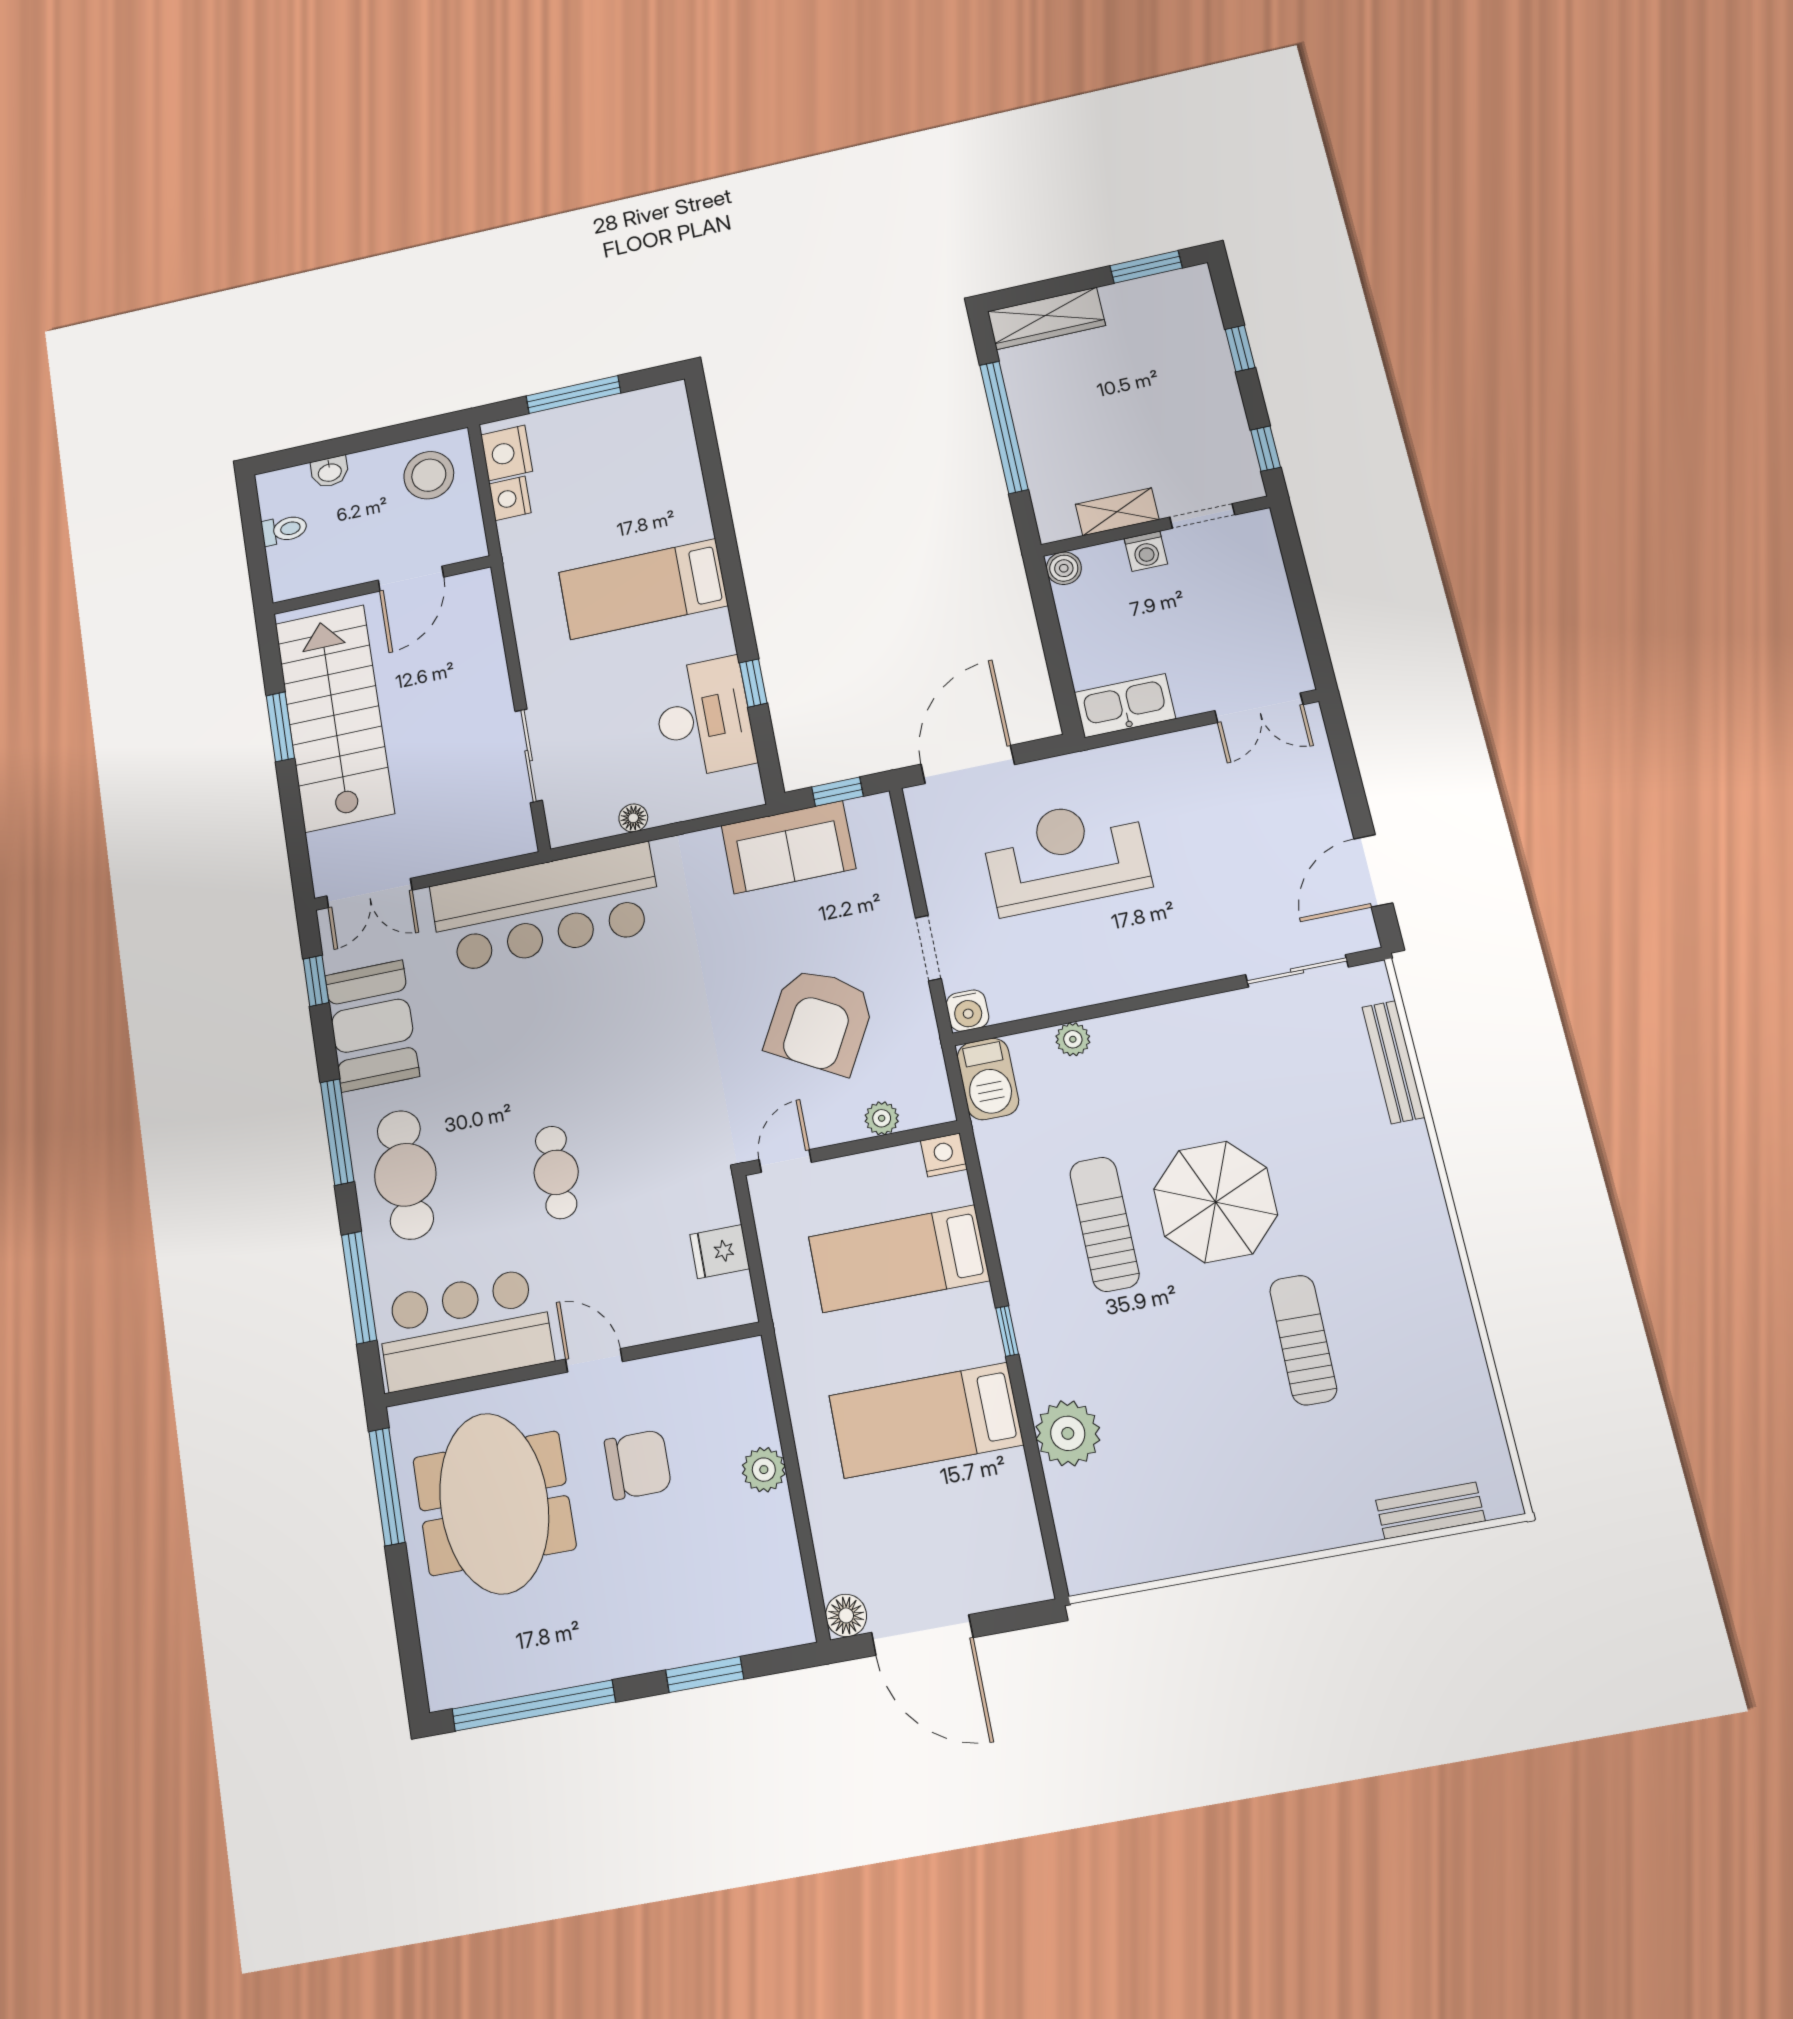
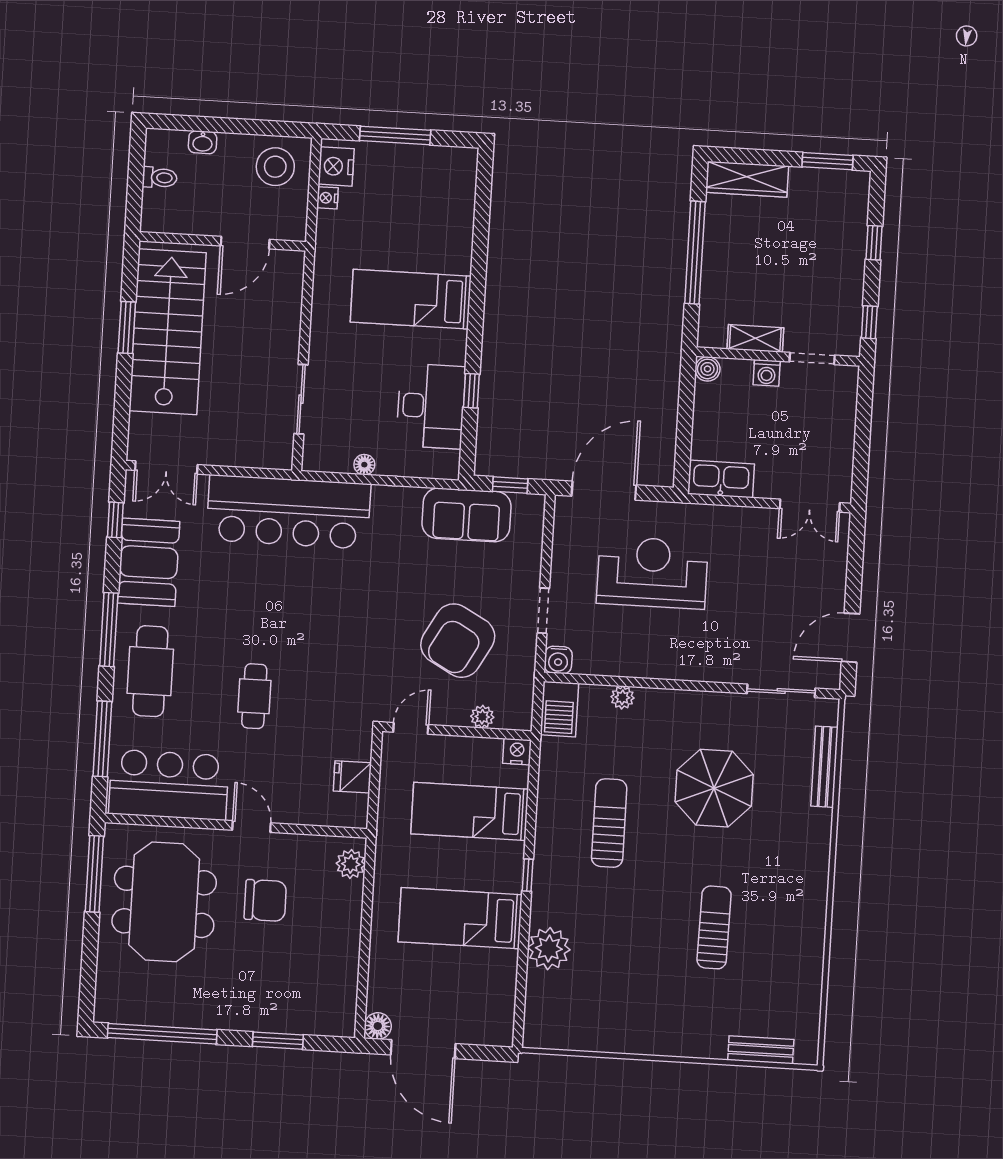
nightstand: (510, 498) -> (327, 198), width x0.72, depth x0.74
parasol: (1216, 1202) -> (714, 788), moved
plant: (764, 1470) -> (351, 864), moved

